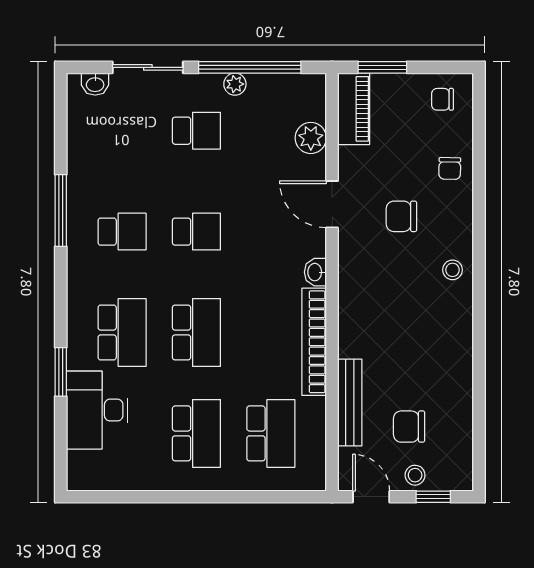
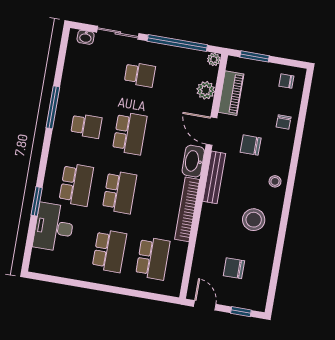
plant: (235, 84) -> (214, 59), moved
piano: (354, 109) -> (231, 93), moved
school desk: (196, 232) -> (130, 133), width x1.85
washbasin: (315, 272) -> (193, 161), width x1.91, depth x1.45
bench: (350, 403) -> (214, 177), moved
stool: (415, 475) -> (254, 220), moved, width x1.89, depth x1.89

